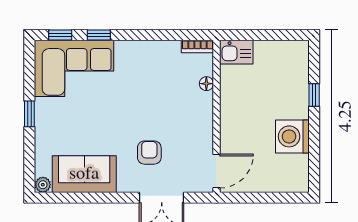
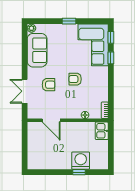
armchair: (139, 102) -> (75, 79), added
washing machine: (292, 136) -> (81, 161), moved
door: (217, 171) -> (51, 120), moved

